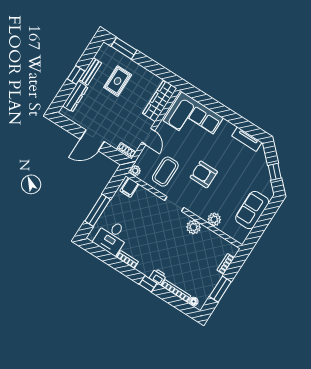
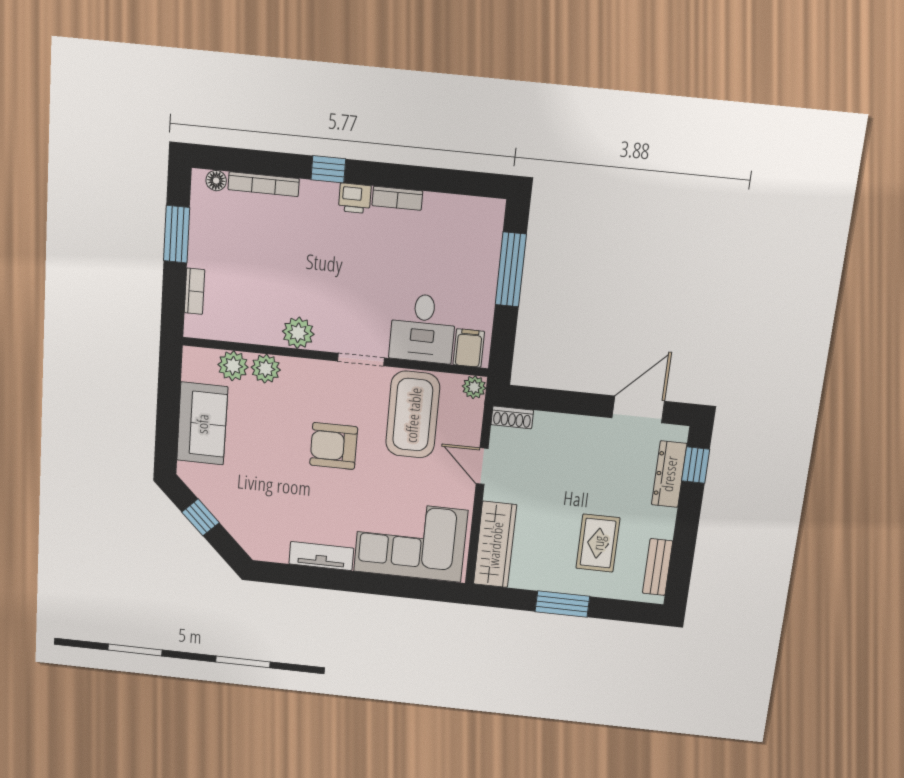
window: (124, 48) -> (562, 604), moved
bench: (90, 71) -> (658, 567), moved
window: (76, 75) -> (696, 465), moved
tv unit: (247, 139) -> (321, 556), moved
door: (92, 140) -> (638, 409), moved
coffee table: (165, 172) -> (413, 415), width x1.36, depth x1.32
armchair: (204, 174) -> (334, 446), turned 180
plant: (227, 227) -> (233, 366), added
desk: (112, 237) -> (423, 328), moved, turned 180
printer: (158, 277) -> (355, 198), moved

